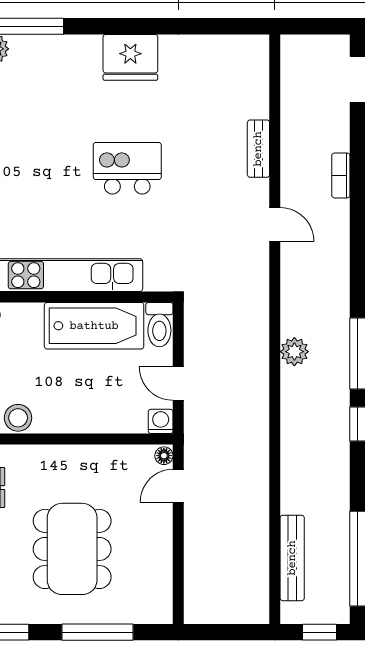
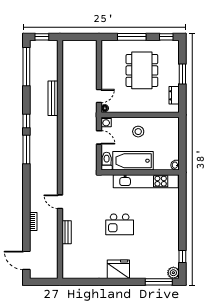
plant: (294, 352) -> (52, 150), removed
stool: (18, 418) -> (138, 132), moved
bench: (292, 558) -> (53, 98), moved

